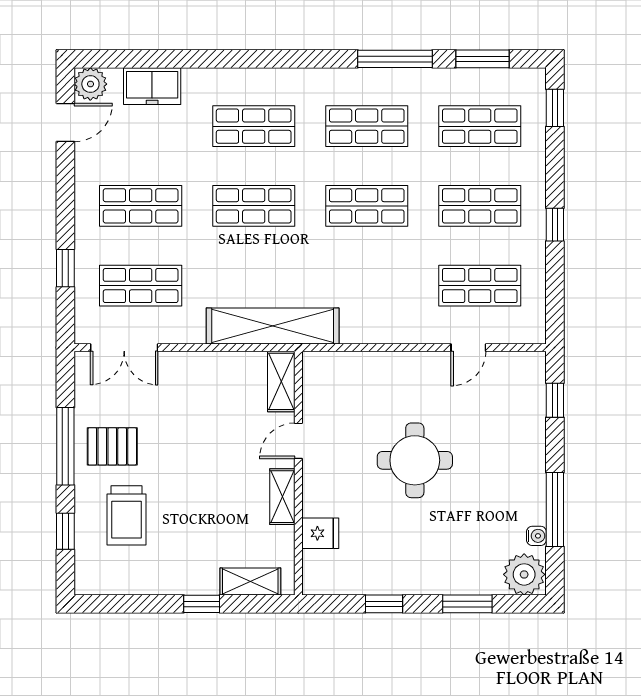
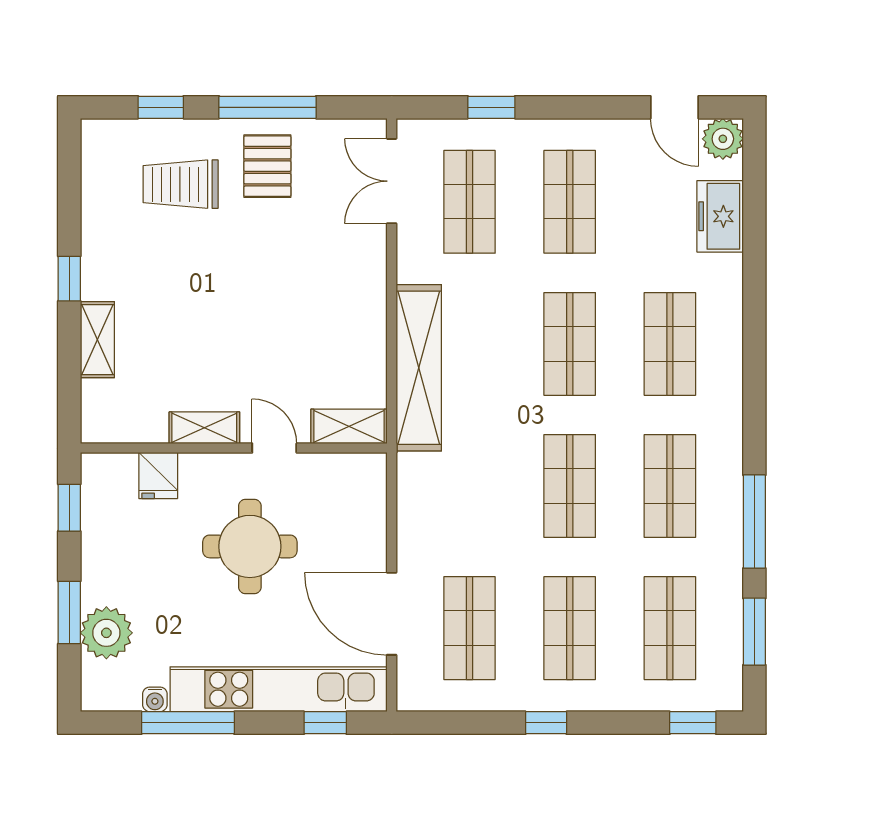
door: (468, 348) -> (392, 614), width x1.88
shelving: (281, 381) -> (349, 426), moved
kitchen unit: (528, 437) -> (279, 689), added
door: (298, 441) -> (274, 448), moved
wall: (298, 473) -> (234, 448), moved
shelving: (282, 497) -> (204, 428), moved
fridge: (320, 533) -> (158, 476), moved
plant: (524, 574) -> (106, 633), moved

